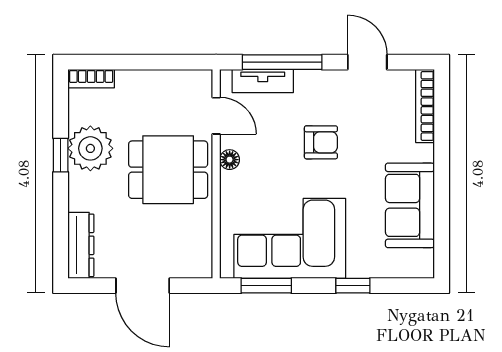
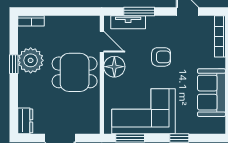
window: (282, 62) -> (139, 12), width x0.69
floor lamp: (230, 160) -> (114, 67), width x1.89, depth x1.89
dresser: (81, 245) -> (25, 121), width x0.70

